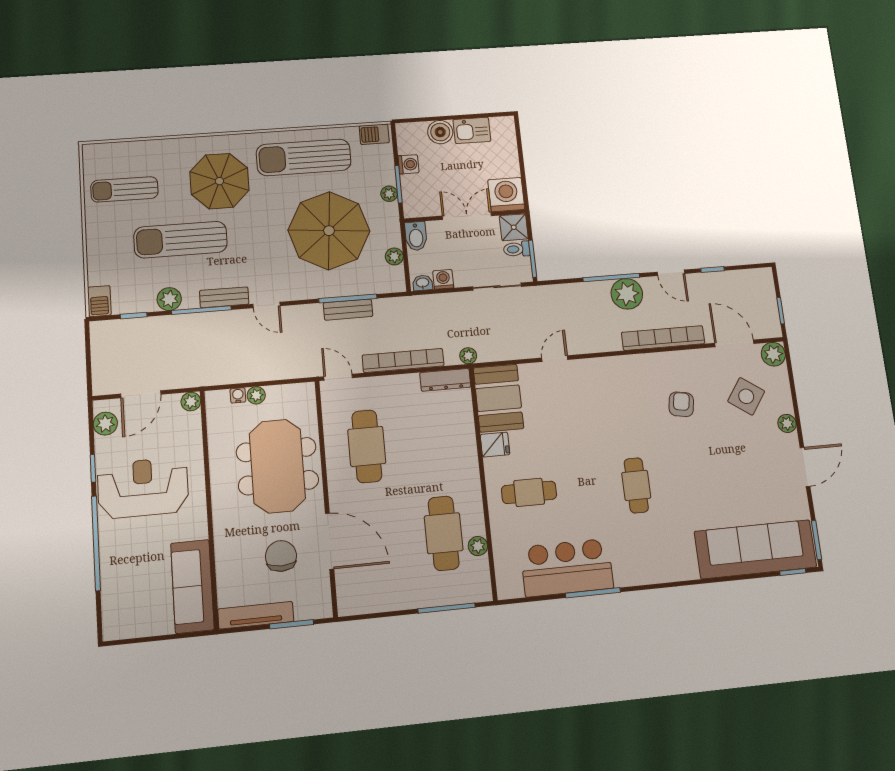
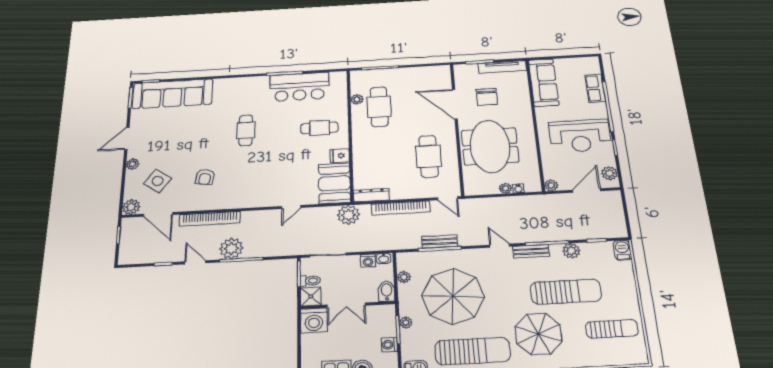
plant: (468, 356) -> (348, 215), width x1.87, depth x1.87
row of seats: (113, 577) -> (595, 88), added

